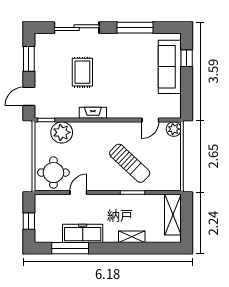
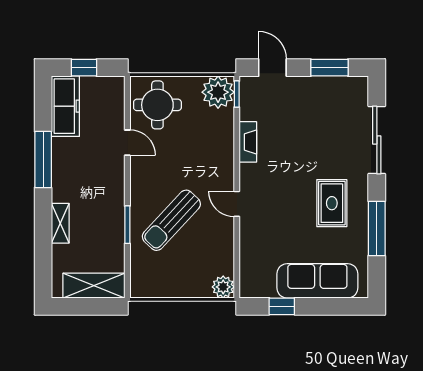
window: (187, 58) -> (282, 306), moved
rug: (82, 72) -> (332, 203), moved, turned 90
fireplace: (93, 113) -> (248, 142), moved
door: (150, 120) -> (237, 204), moved
plant: (62, 132) -> (218, 92), moved
freezer: (83, 233) -> (65, 106), moved
window: (70, 248) -> (43, 160), moved

